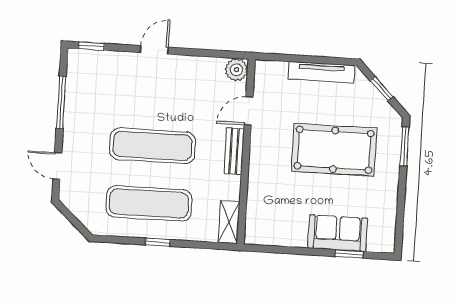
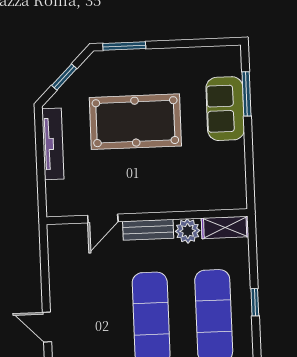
plant: (236, 70) -> (188, 231), moved
door: (249, 111) -> (103, 218), hinge flipped
pool table: (334, 150) -> (135, 122), turned 90
window: (349, 254) -> (246, 94), width x1.50

